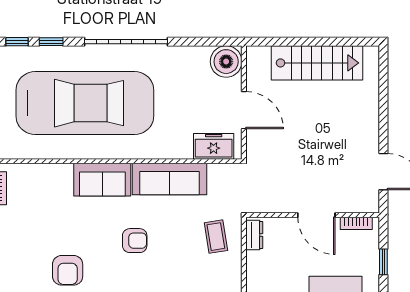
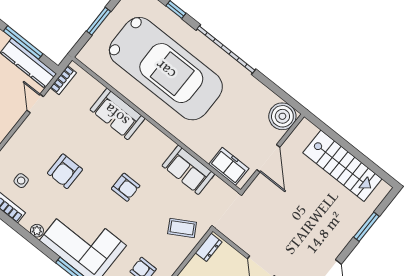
window: (383, 101) -> (366, 227), added
sofa: (169, 179) -> (188, 170), width x0.73
sofa: (102, 180) -> (117, 114), moved
coffee table: (216, 237) -> (182, 228), turned 69

